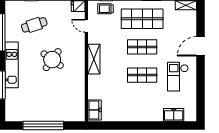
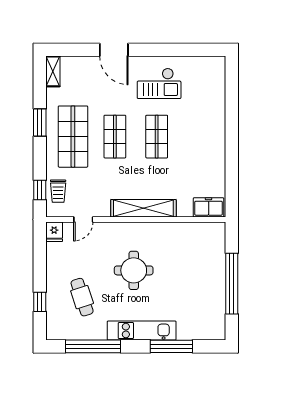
shelving: (94, 59) -> (143, 208), width x1.47
round table: (52, 60) -> (134, 270), turned -36
freezer: (174, 115) -> (216, 90), removed

